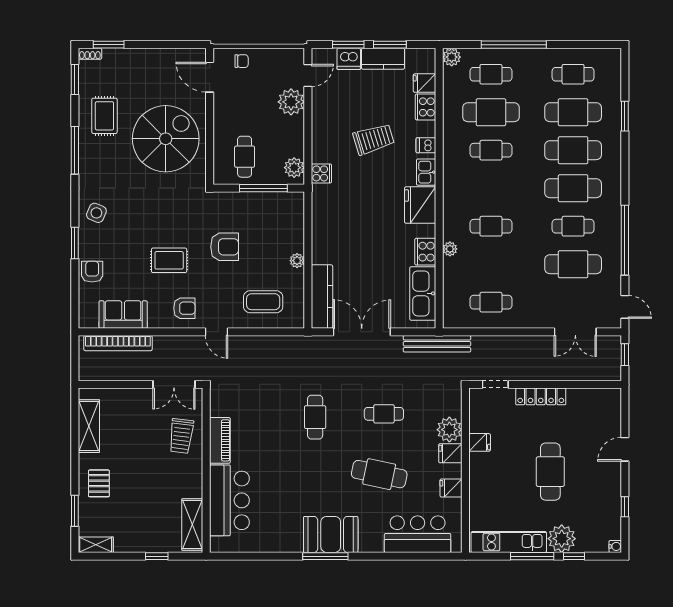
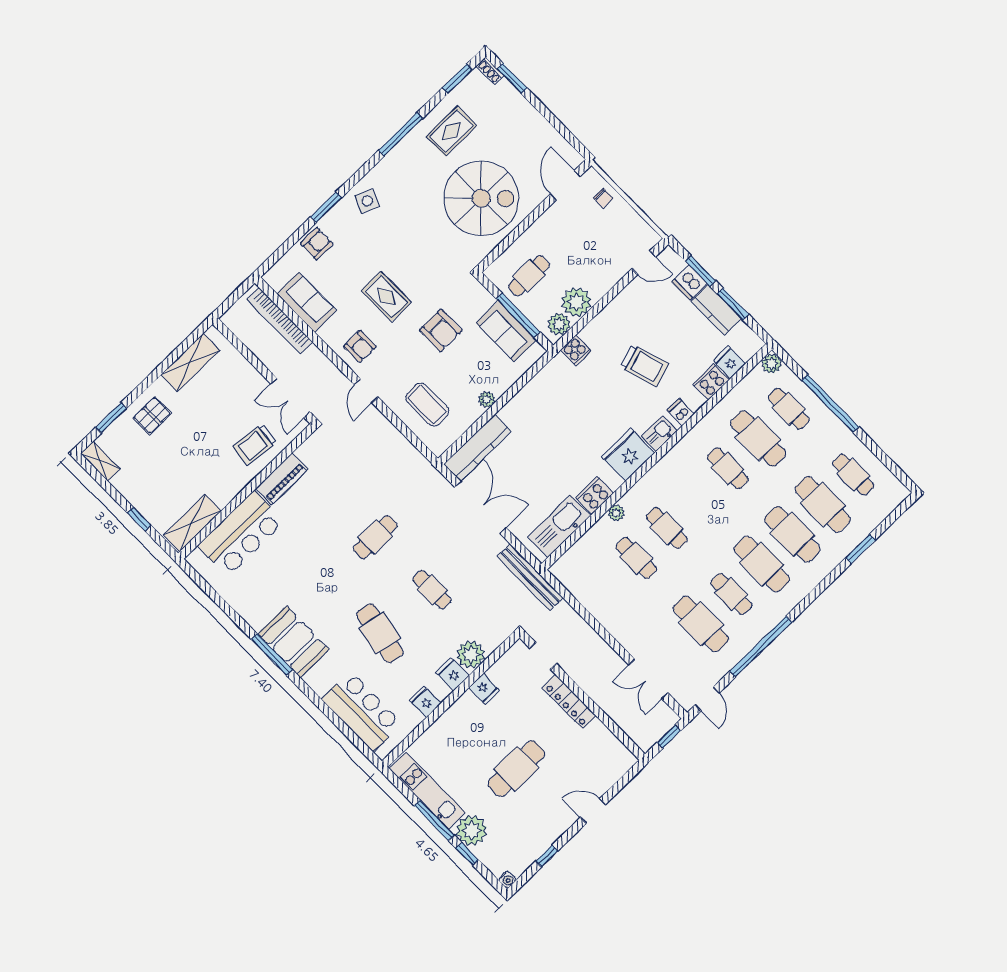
plant: (291, 102) -> (576, 302), moved
sofa: (266, 206) -> (506, 331), added
cafe table: (491, 302) -> (636, 558), moved

